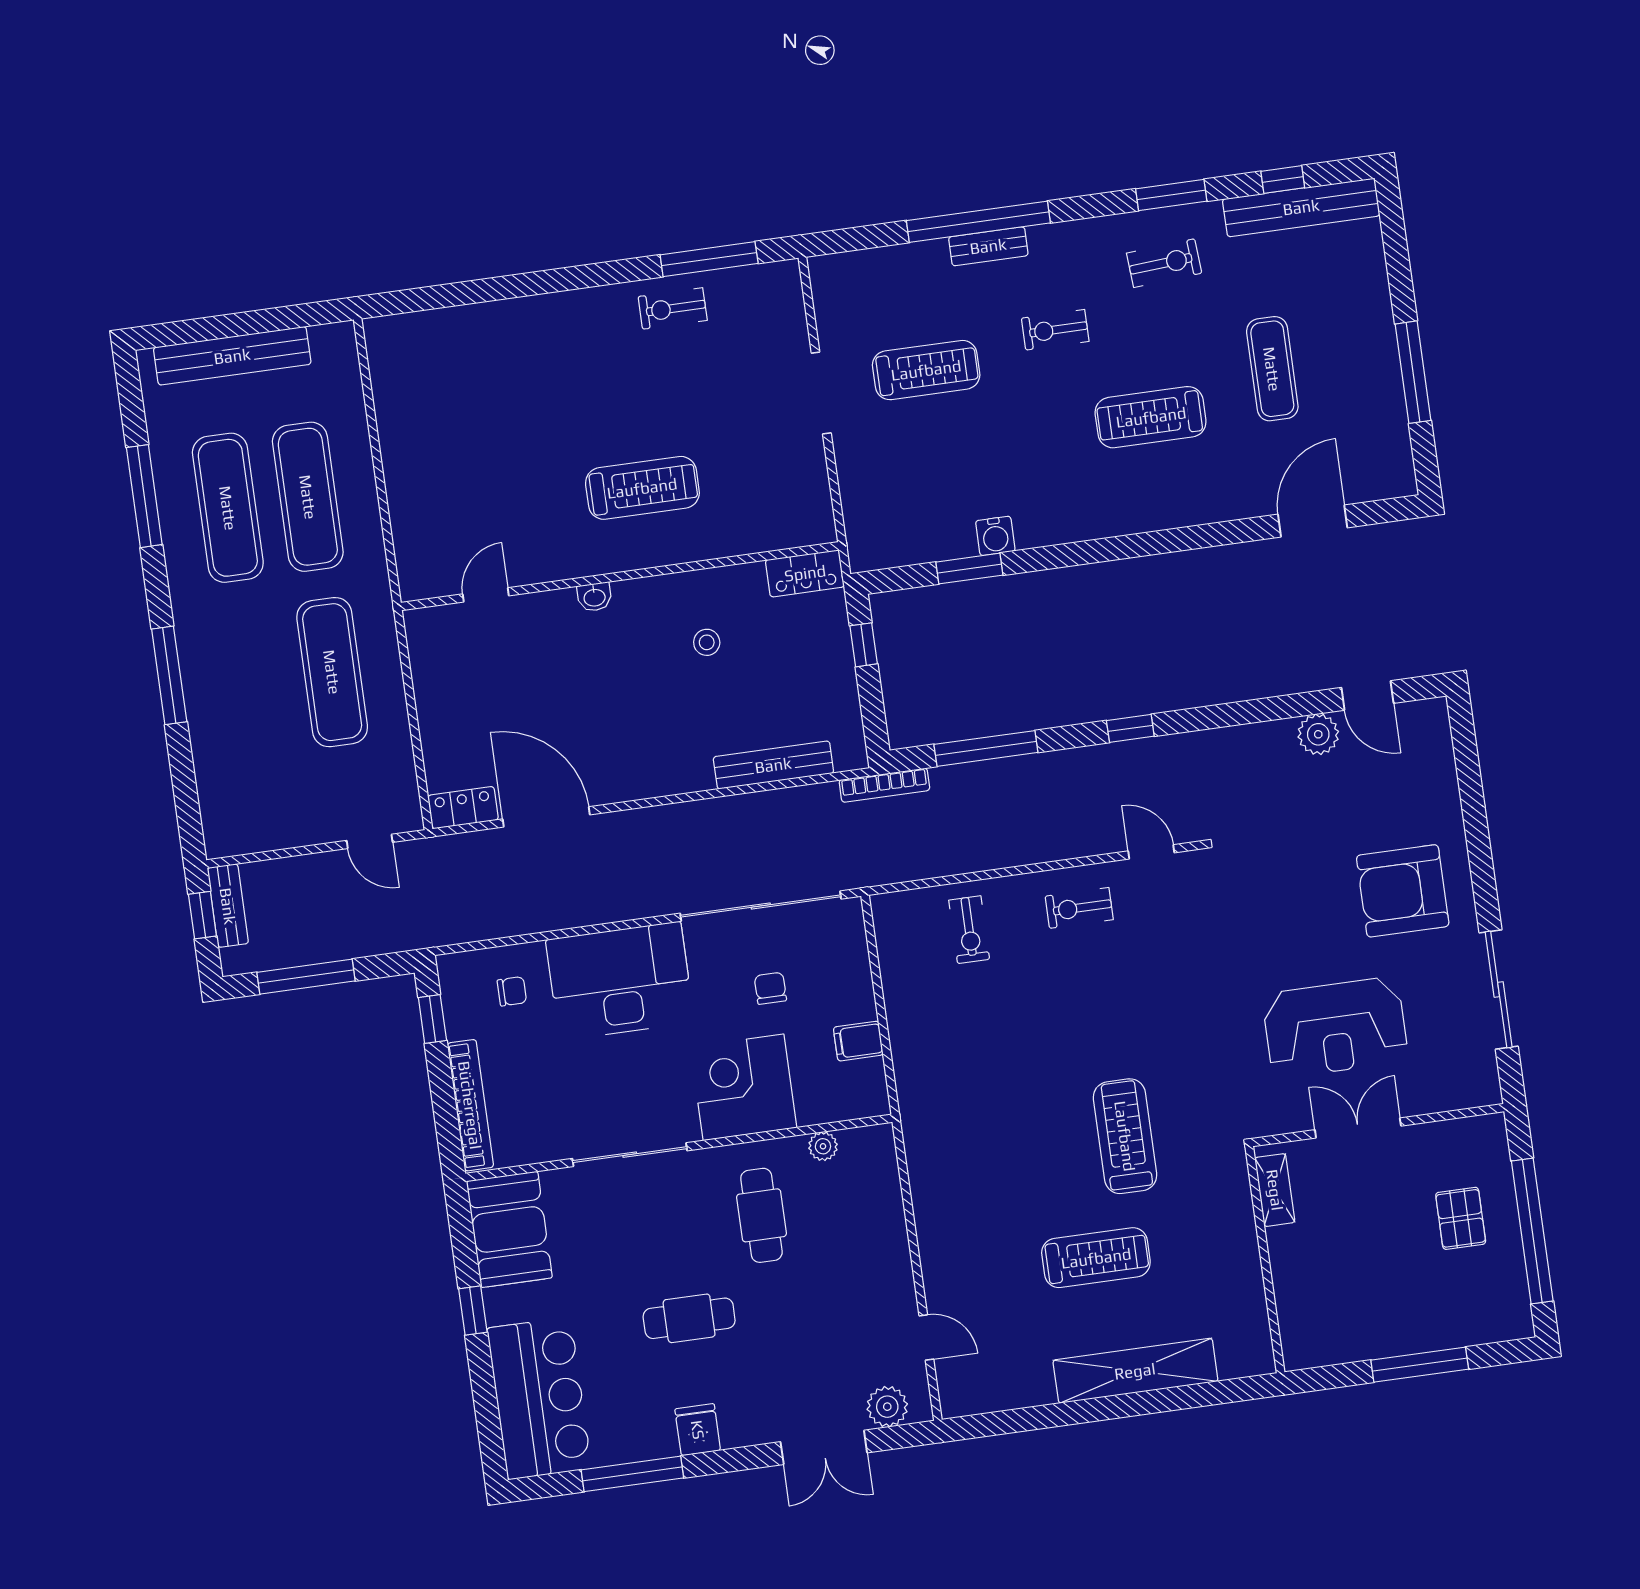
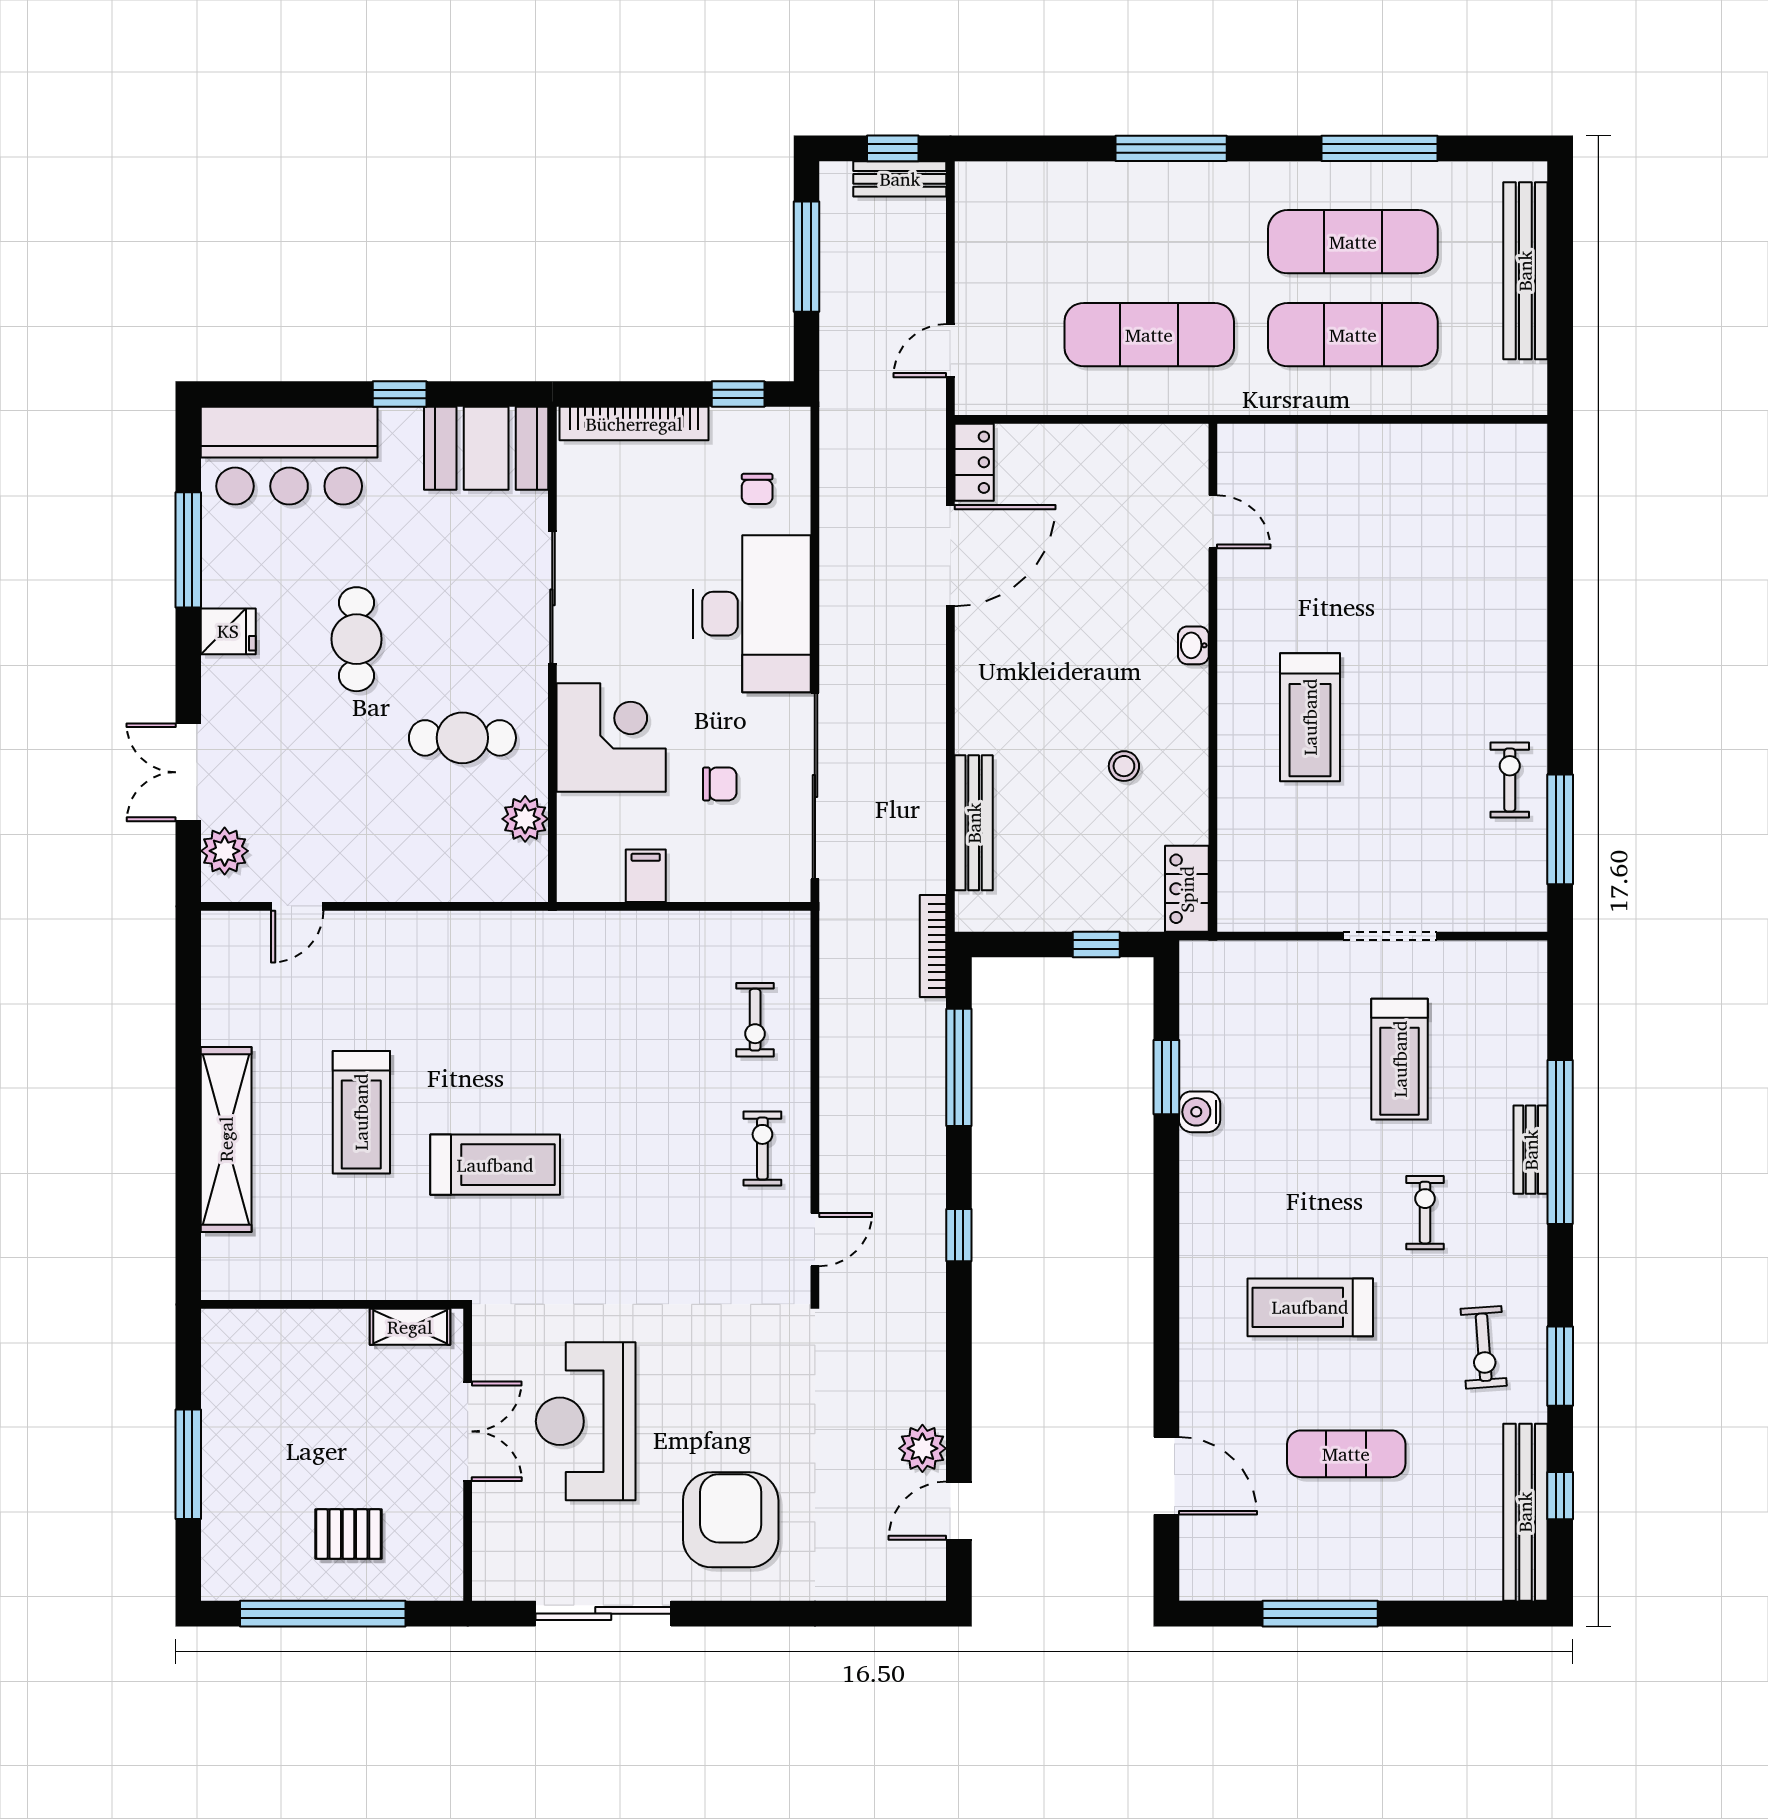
treadmill: (1151, 417) -> (1310, 1307), turned -90
exercise bike: (969, 930) -> (755, 1020), turned -90
plant: (823, 1146) -> (525, 819), width x1.38, depth x1.38

